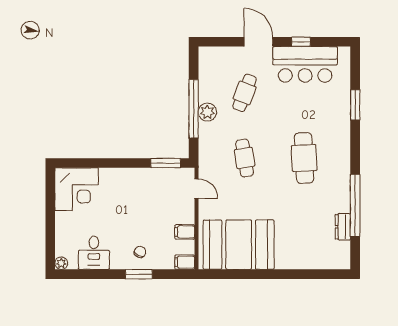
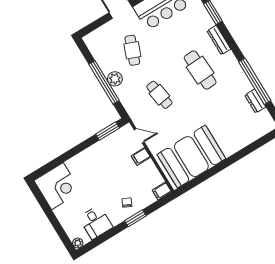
dresser: (344, 138) -> (219, 40), added
filing cabinet: (185, 232) -> (141, 156), moved

